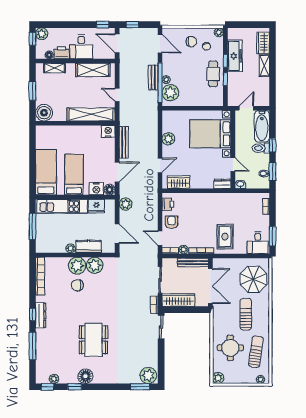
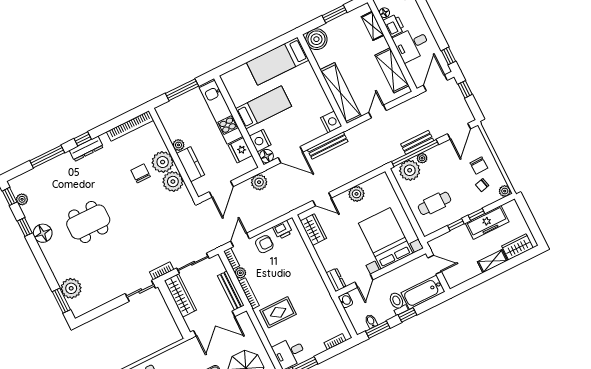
cafe table: (213, 74) -> (434, 203), moved
bed: (46, 172) -> (278, 61), moved, turned 180
plant: (148, 375) -> (71, 288), moved

